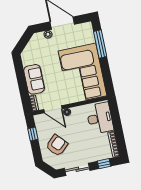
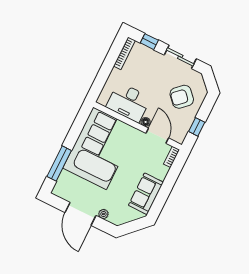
sofa: (34, 79) -> (146, 194), moved
desk: (100, 118) -> (128, 102), moved, turned -90

